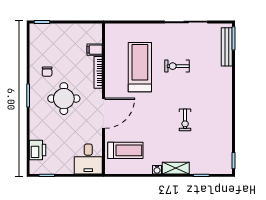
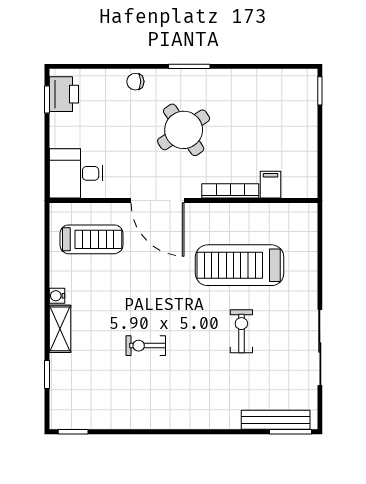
treadmill: (140, 67) -> (240, 265), turned 180
chair: (47, 72) -> (135, 82), moved
round table: (64, 99) -> (184, 130), turned -34
printer: (38, 150) -> (64, 94), moved, turned -90
treadmill: (125, 150) -> (91, 239), turned -90

